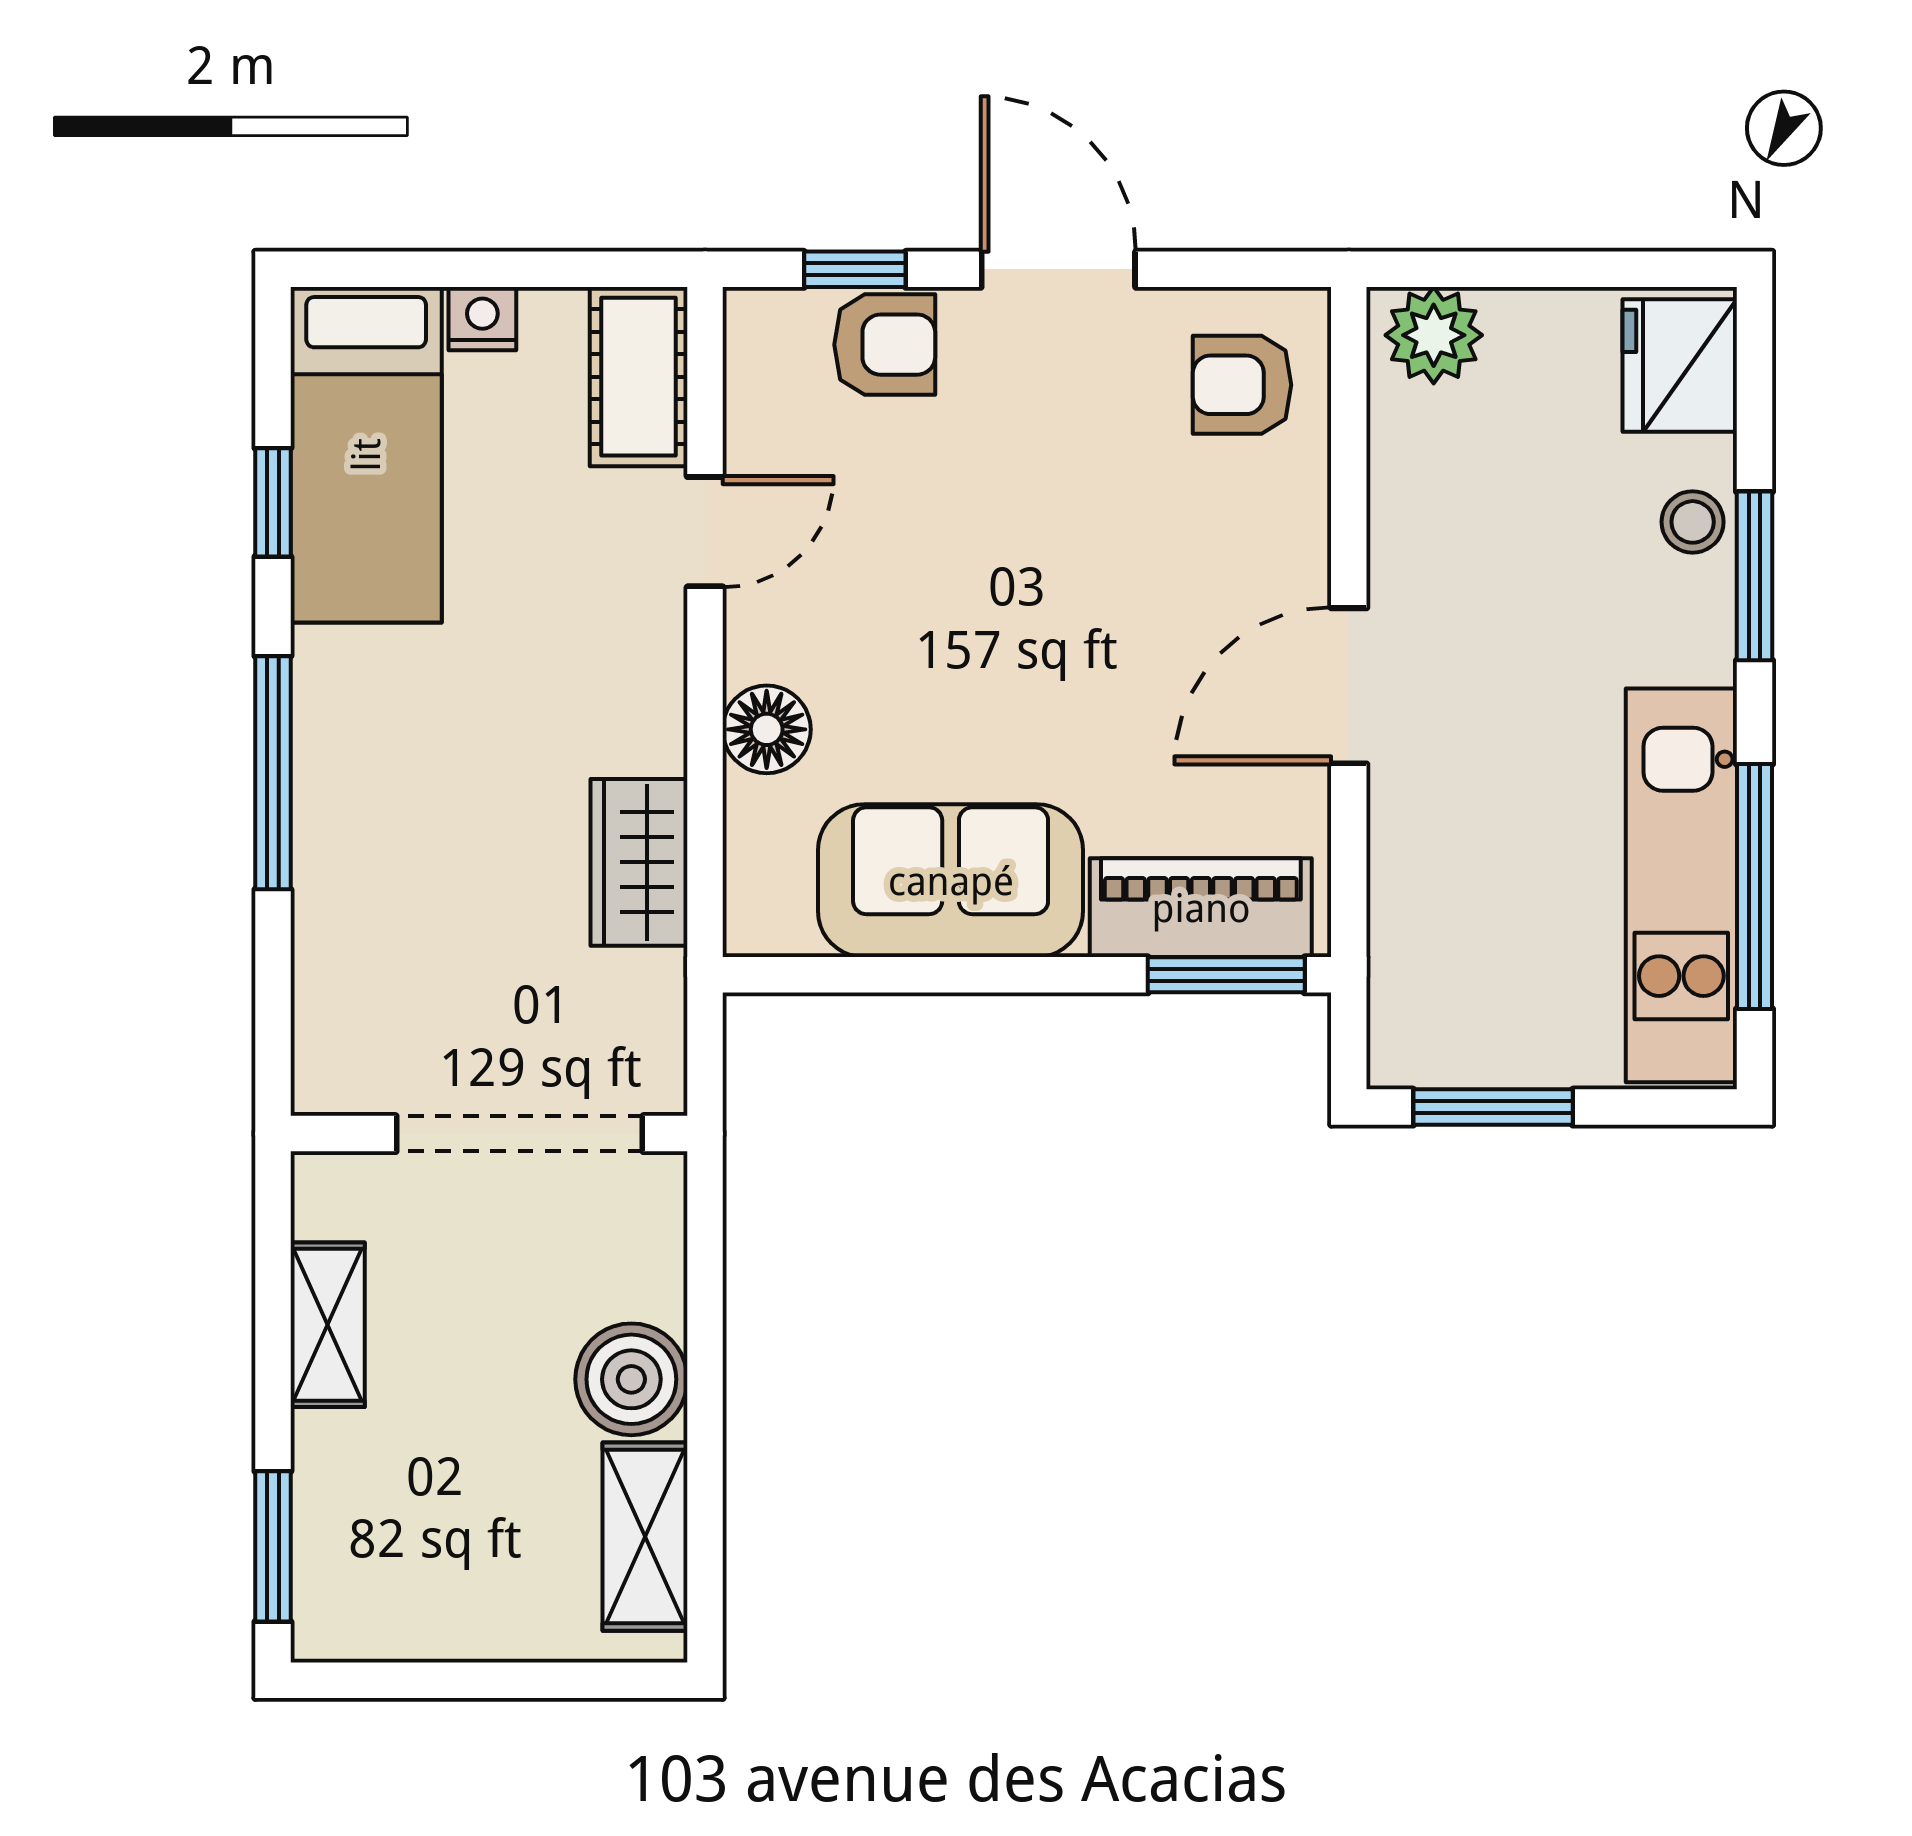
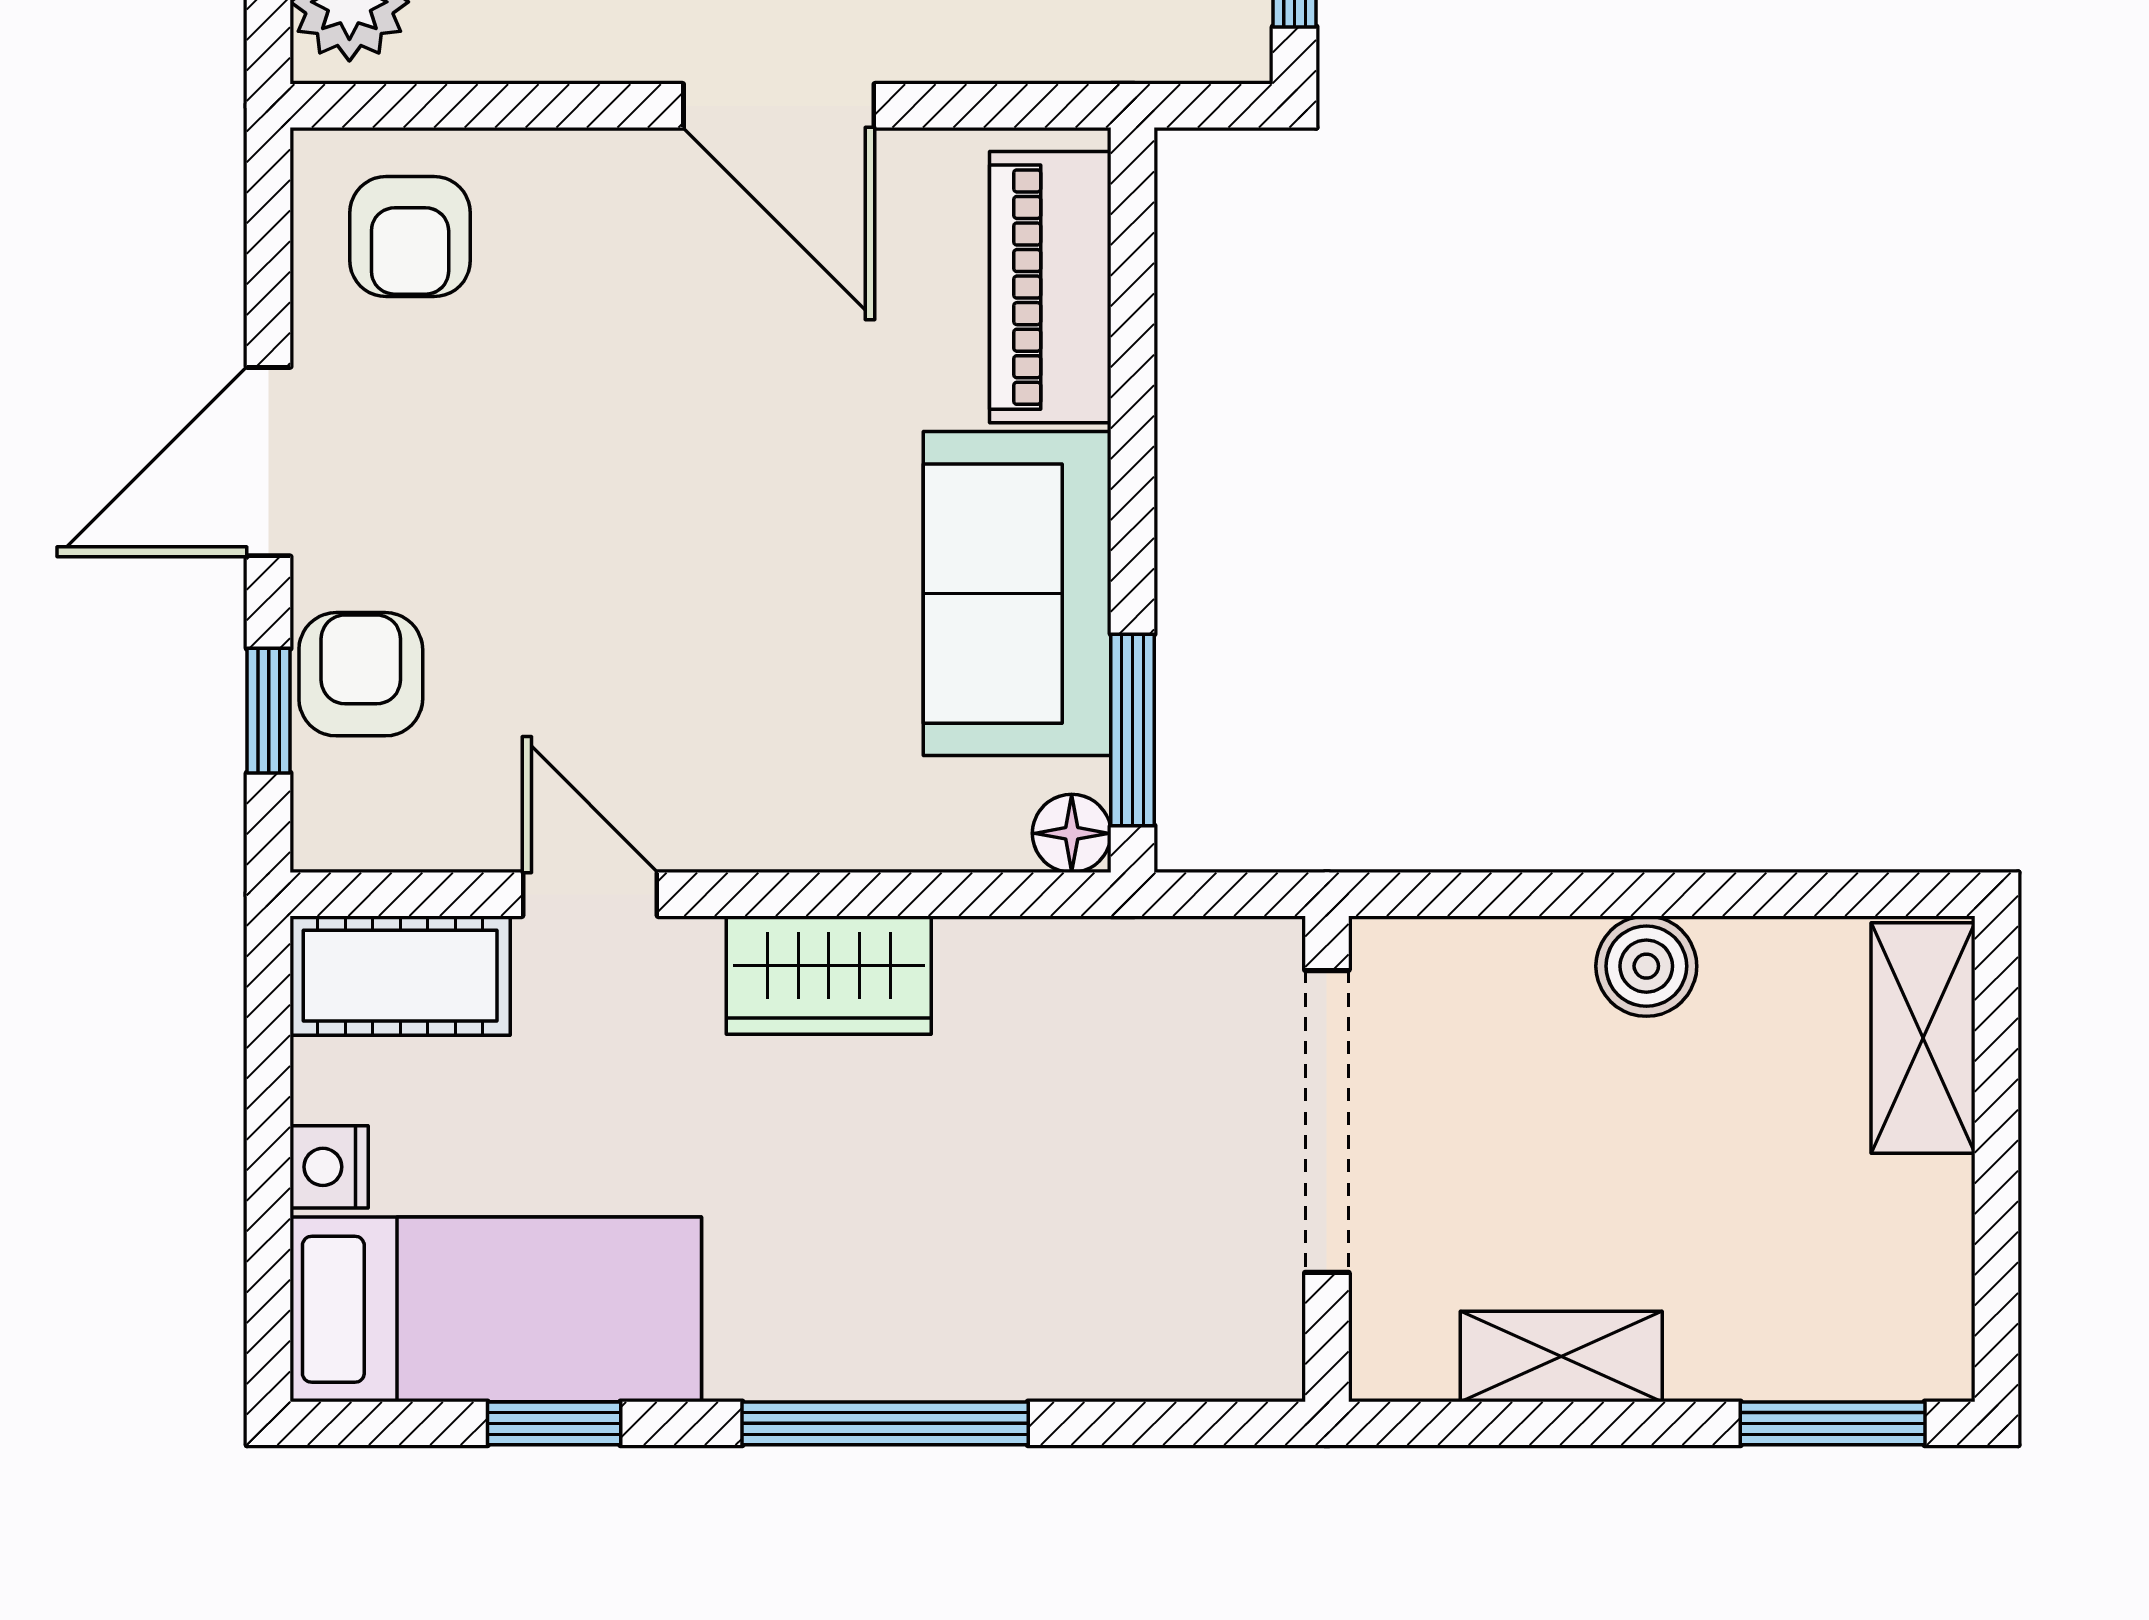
floor lamp: (767, 729) -> (1072, 833), moved, width x0.73, depth x0.73
wardrobe: (639, 862) -> (829, 975), moved
window: (1226, 975) -> (1133, 730), moved
boiler: (631, 1379) -> (1646, 966), width x0.73, depth x0.73
shelving: (645, 1537) -> (1923, 1038), moved, turned 90

